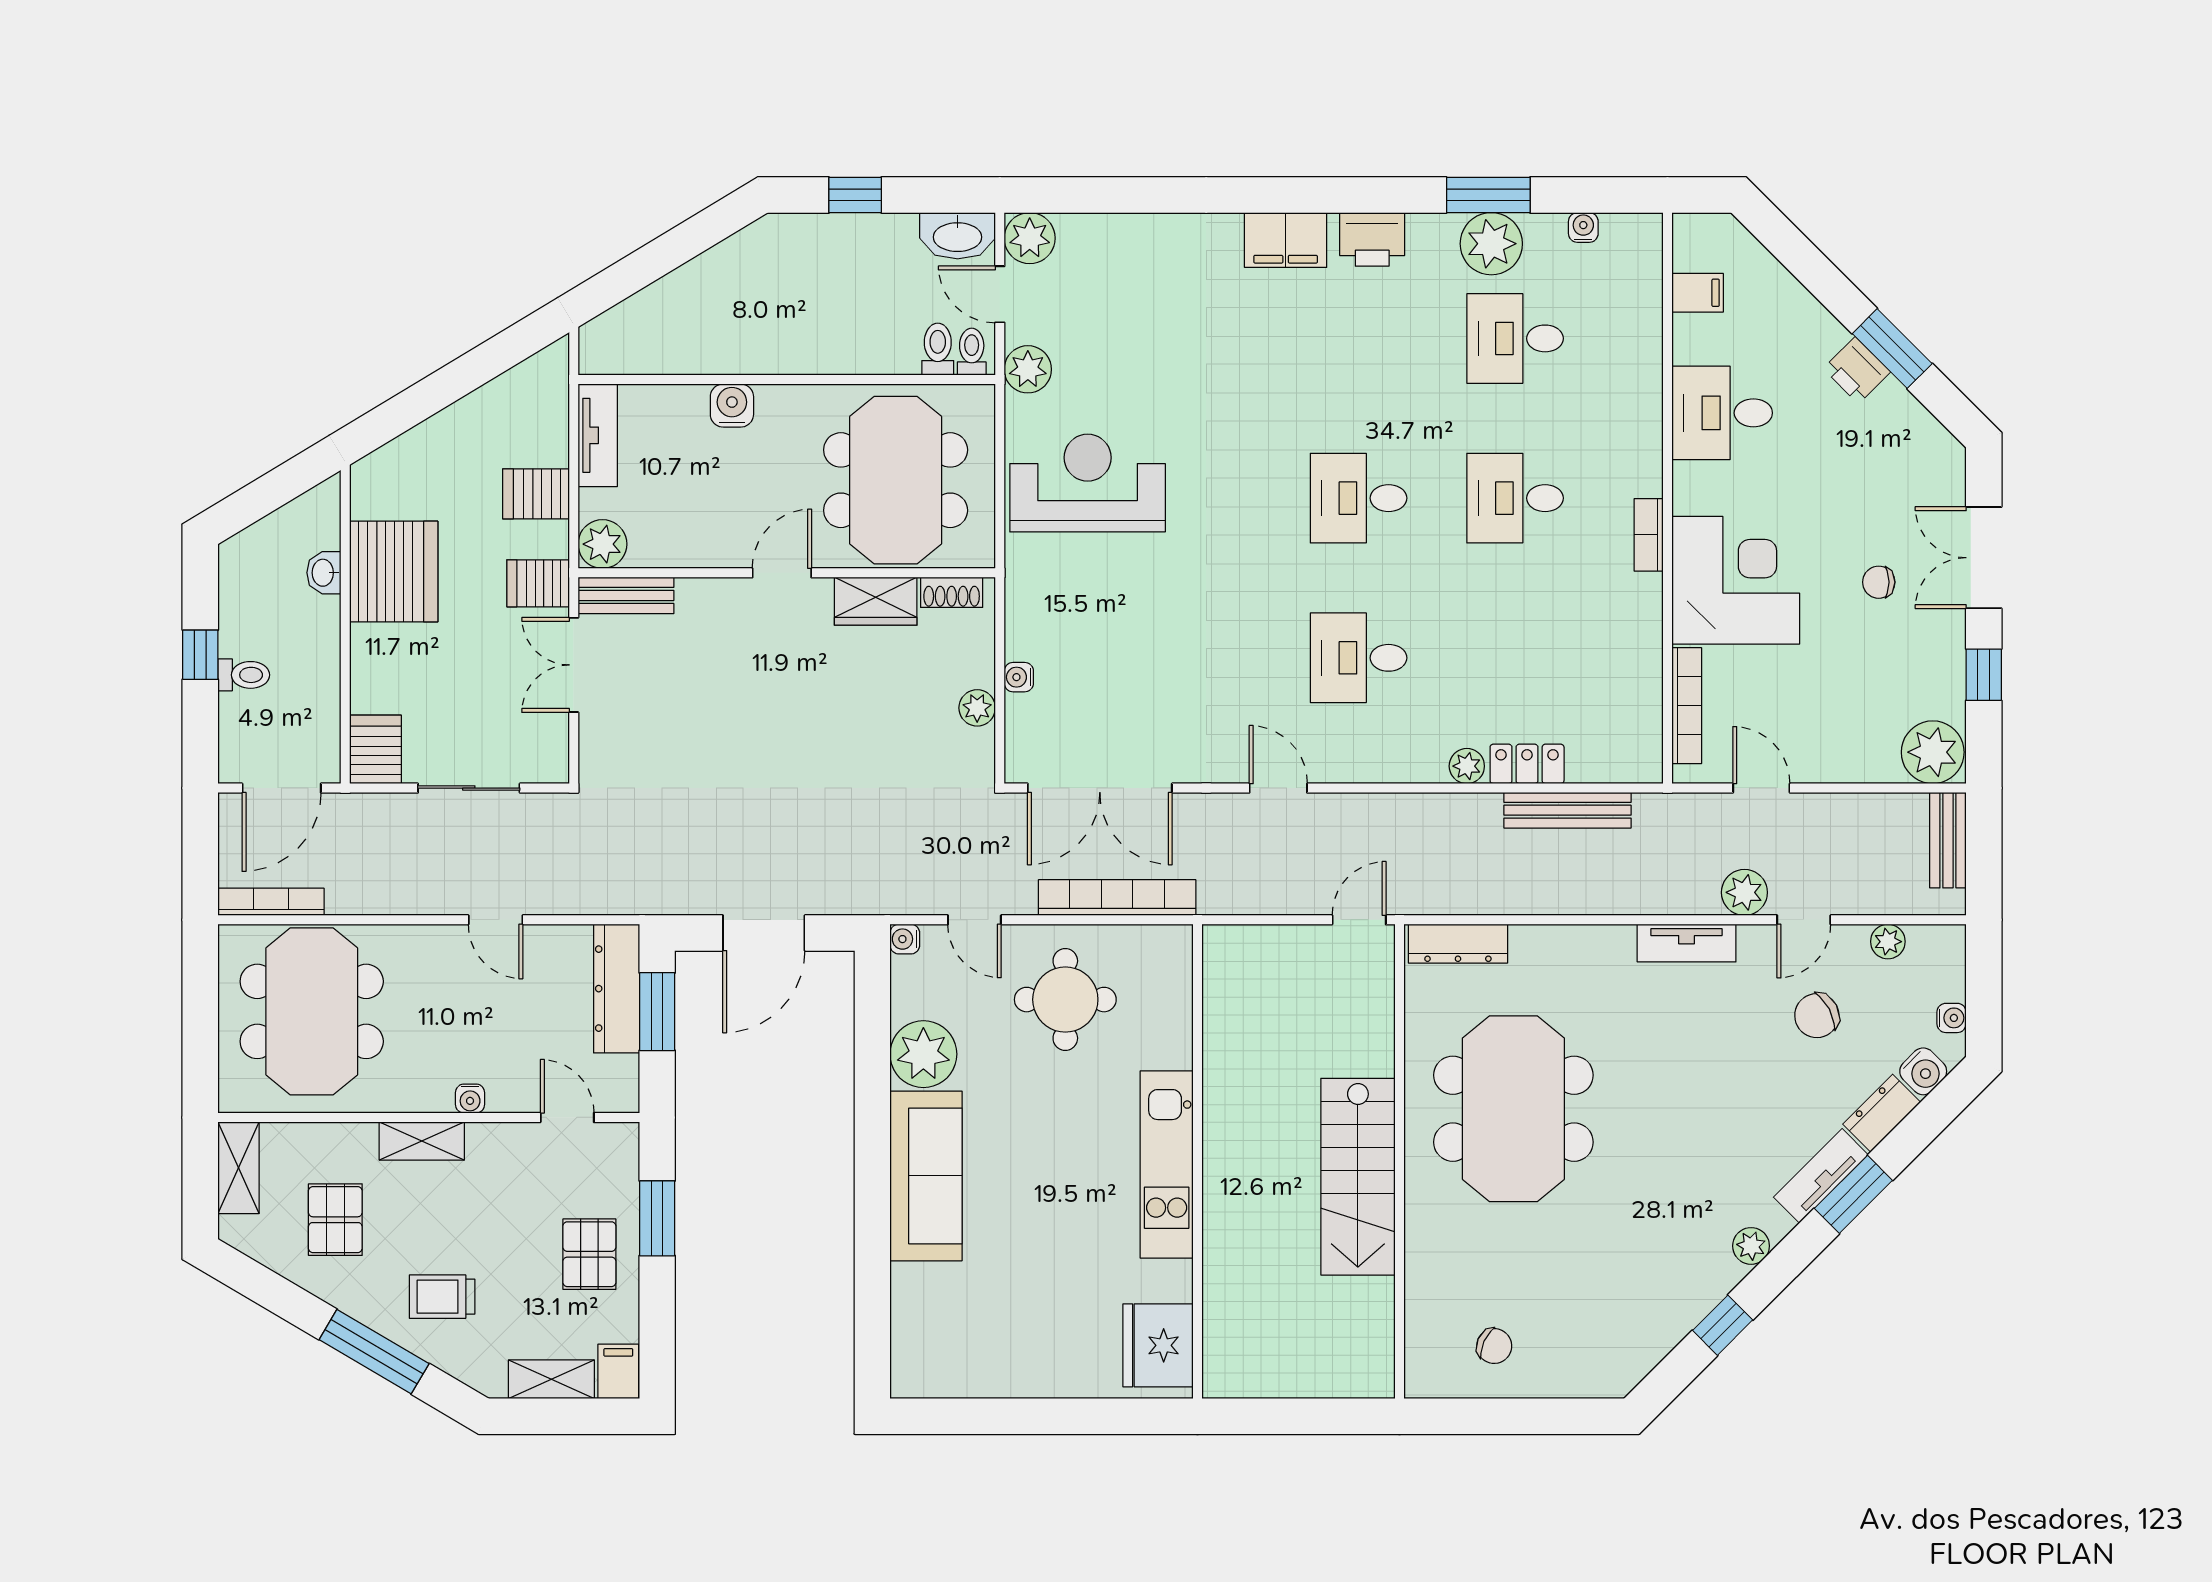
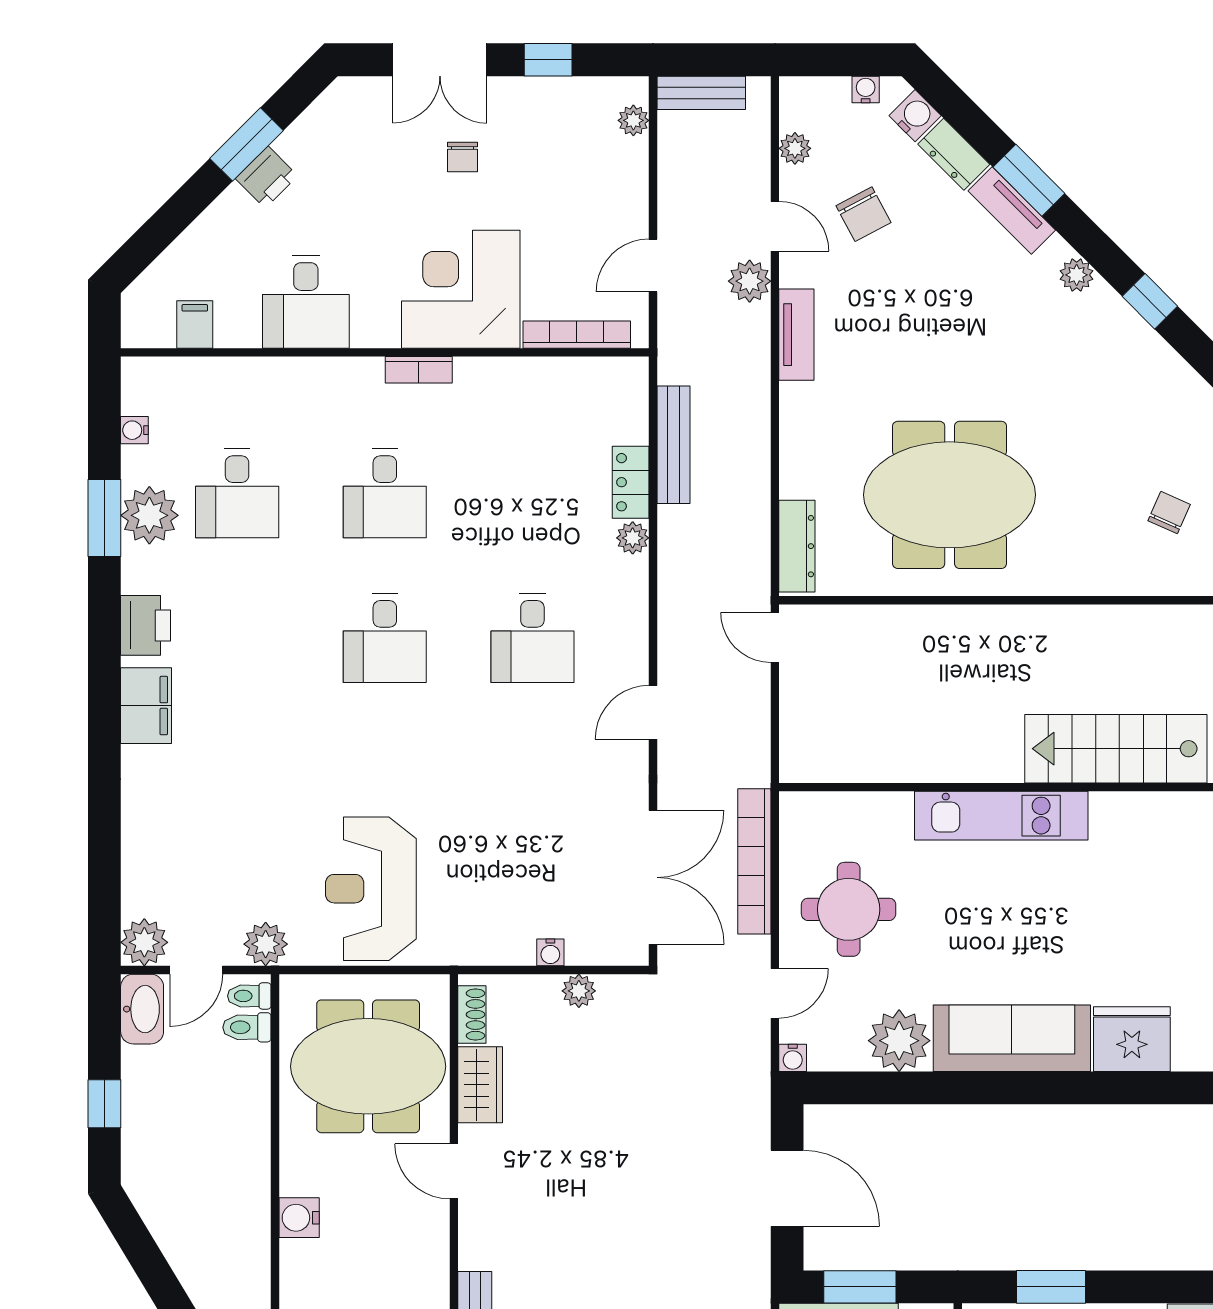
plant: (1933, 752) -> (633, 120), width x0.53, depth x0.53
stairs: (1358, 1177) -> (1116, 749), moved, turned 180
fridge: (1158, 1345) -> (1132, 1039), moved, turned 180

